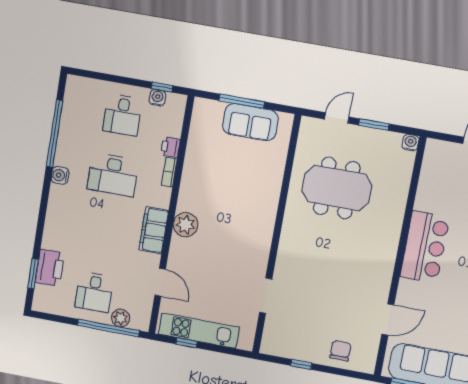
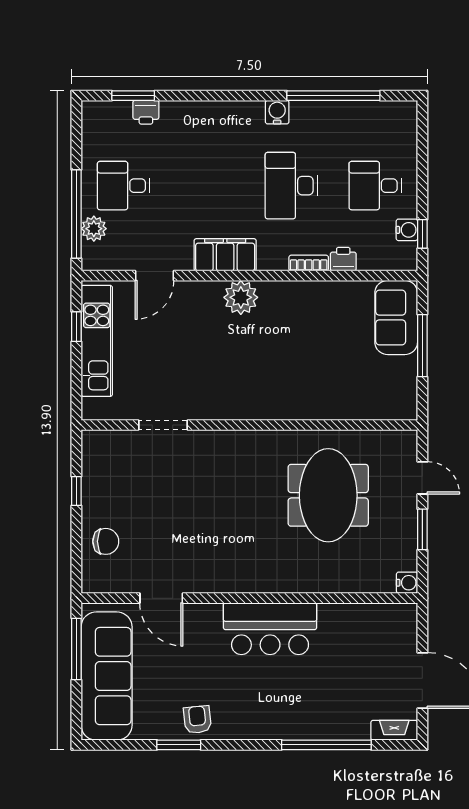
sofa: (250, 122) -> (396, 318), moved
printer: (50, 268) -> (146, 112), width x0.53, depth x0.68

